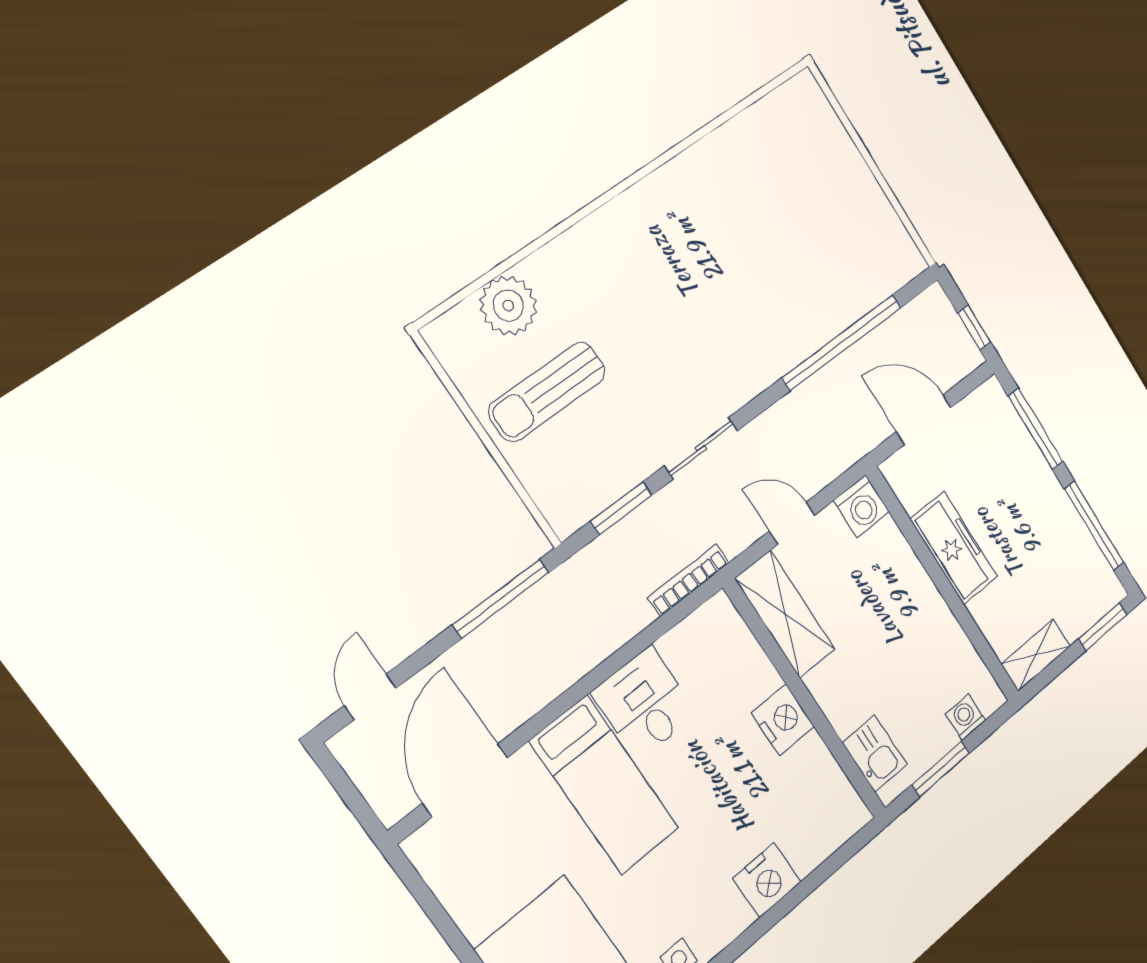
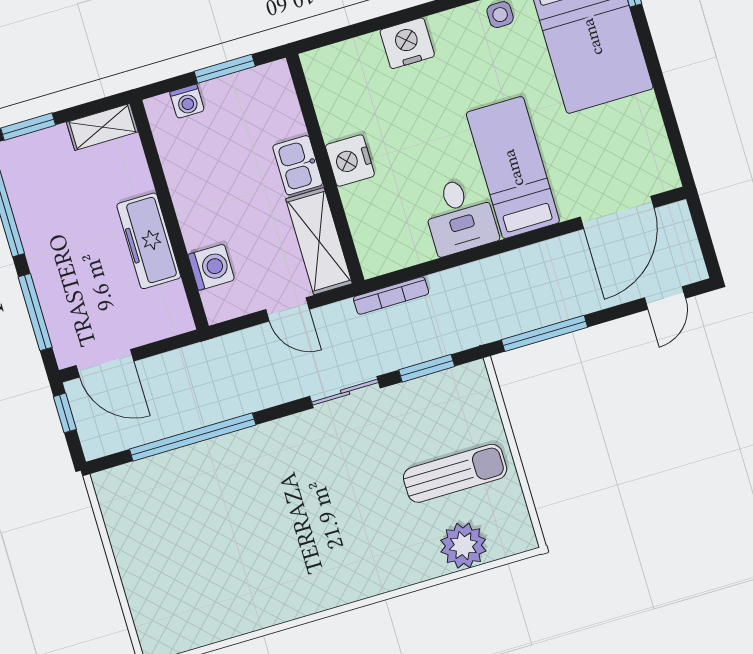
door: (924, 420) -> (105, 363), moved
washing machine: (861, 506) -> (211, 267), moved, turned 90
kitchen sink: (875, 754) -> (298, 165), moved

